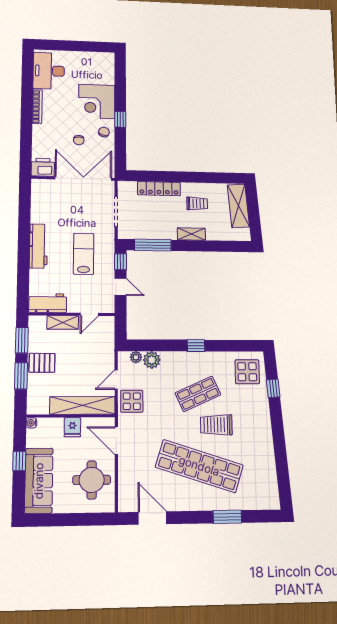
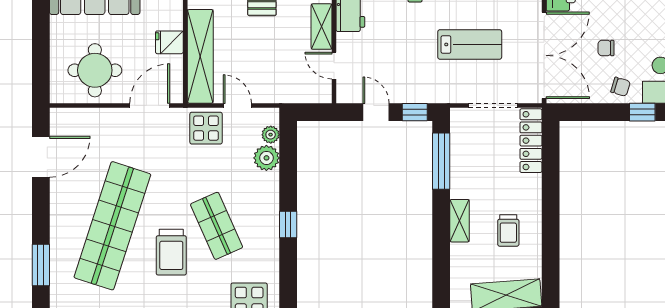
locker: (159, 189) -> (531, 141), moved
lab bench: (84, 254) -> (470, 44), moved
door: (121, 287) -> (376, 112), swing flipped
trolley: (216, 425) -> (171, 252), turned 180

